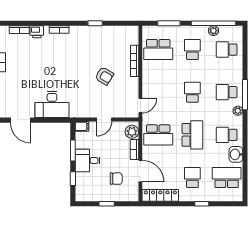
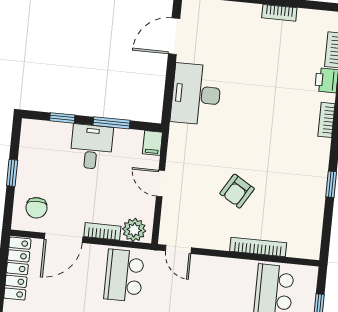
chair: (116, 179) -> (37, 208), moved

